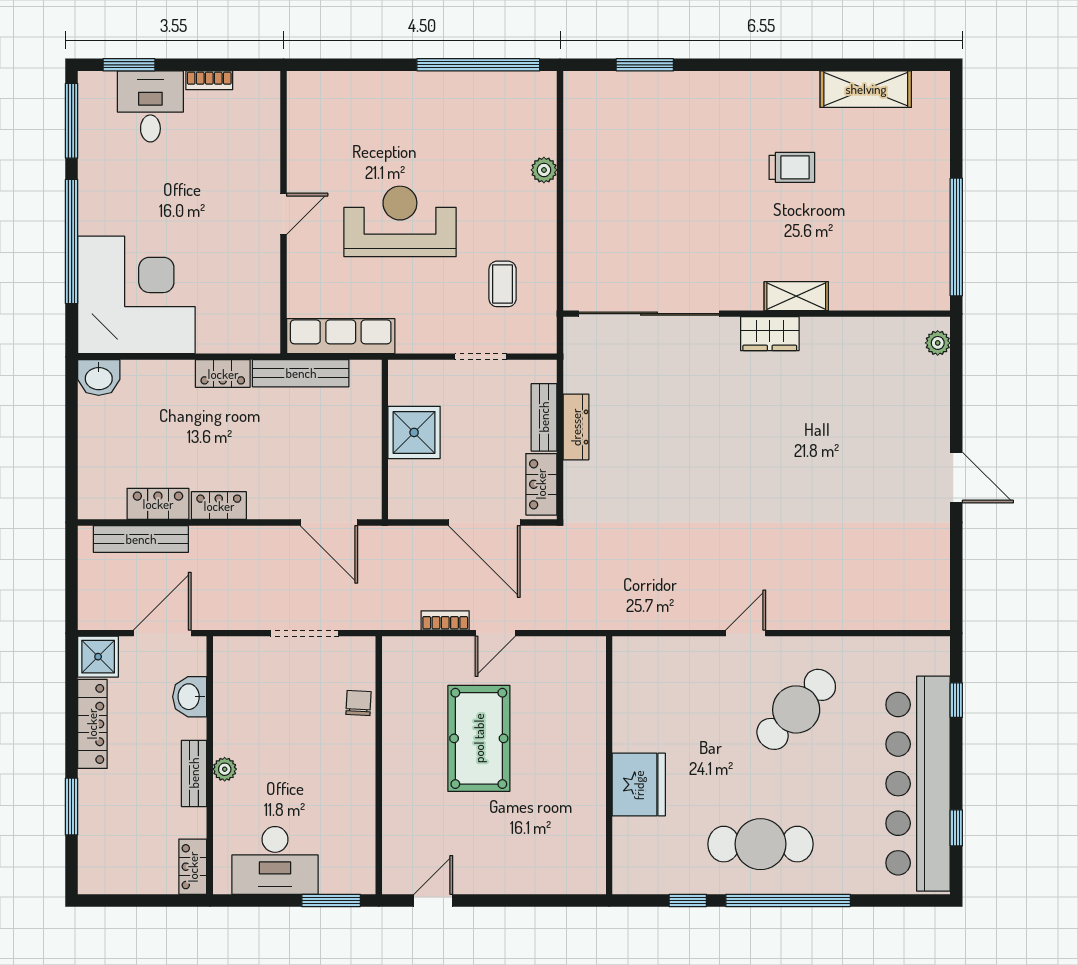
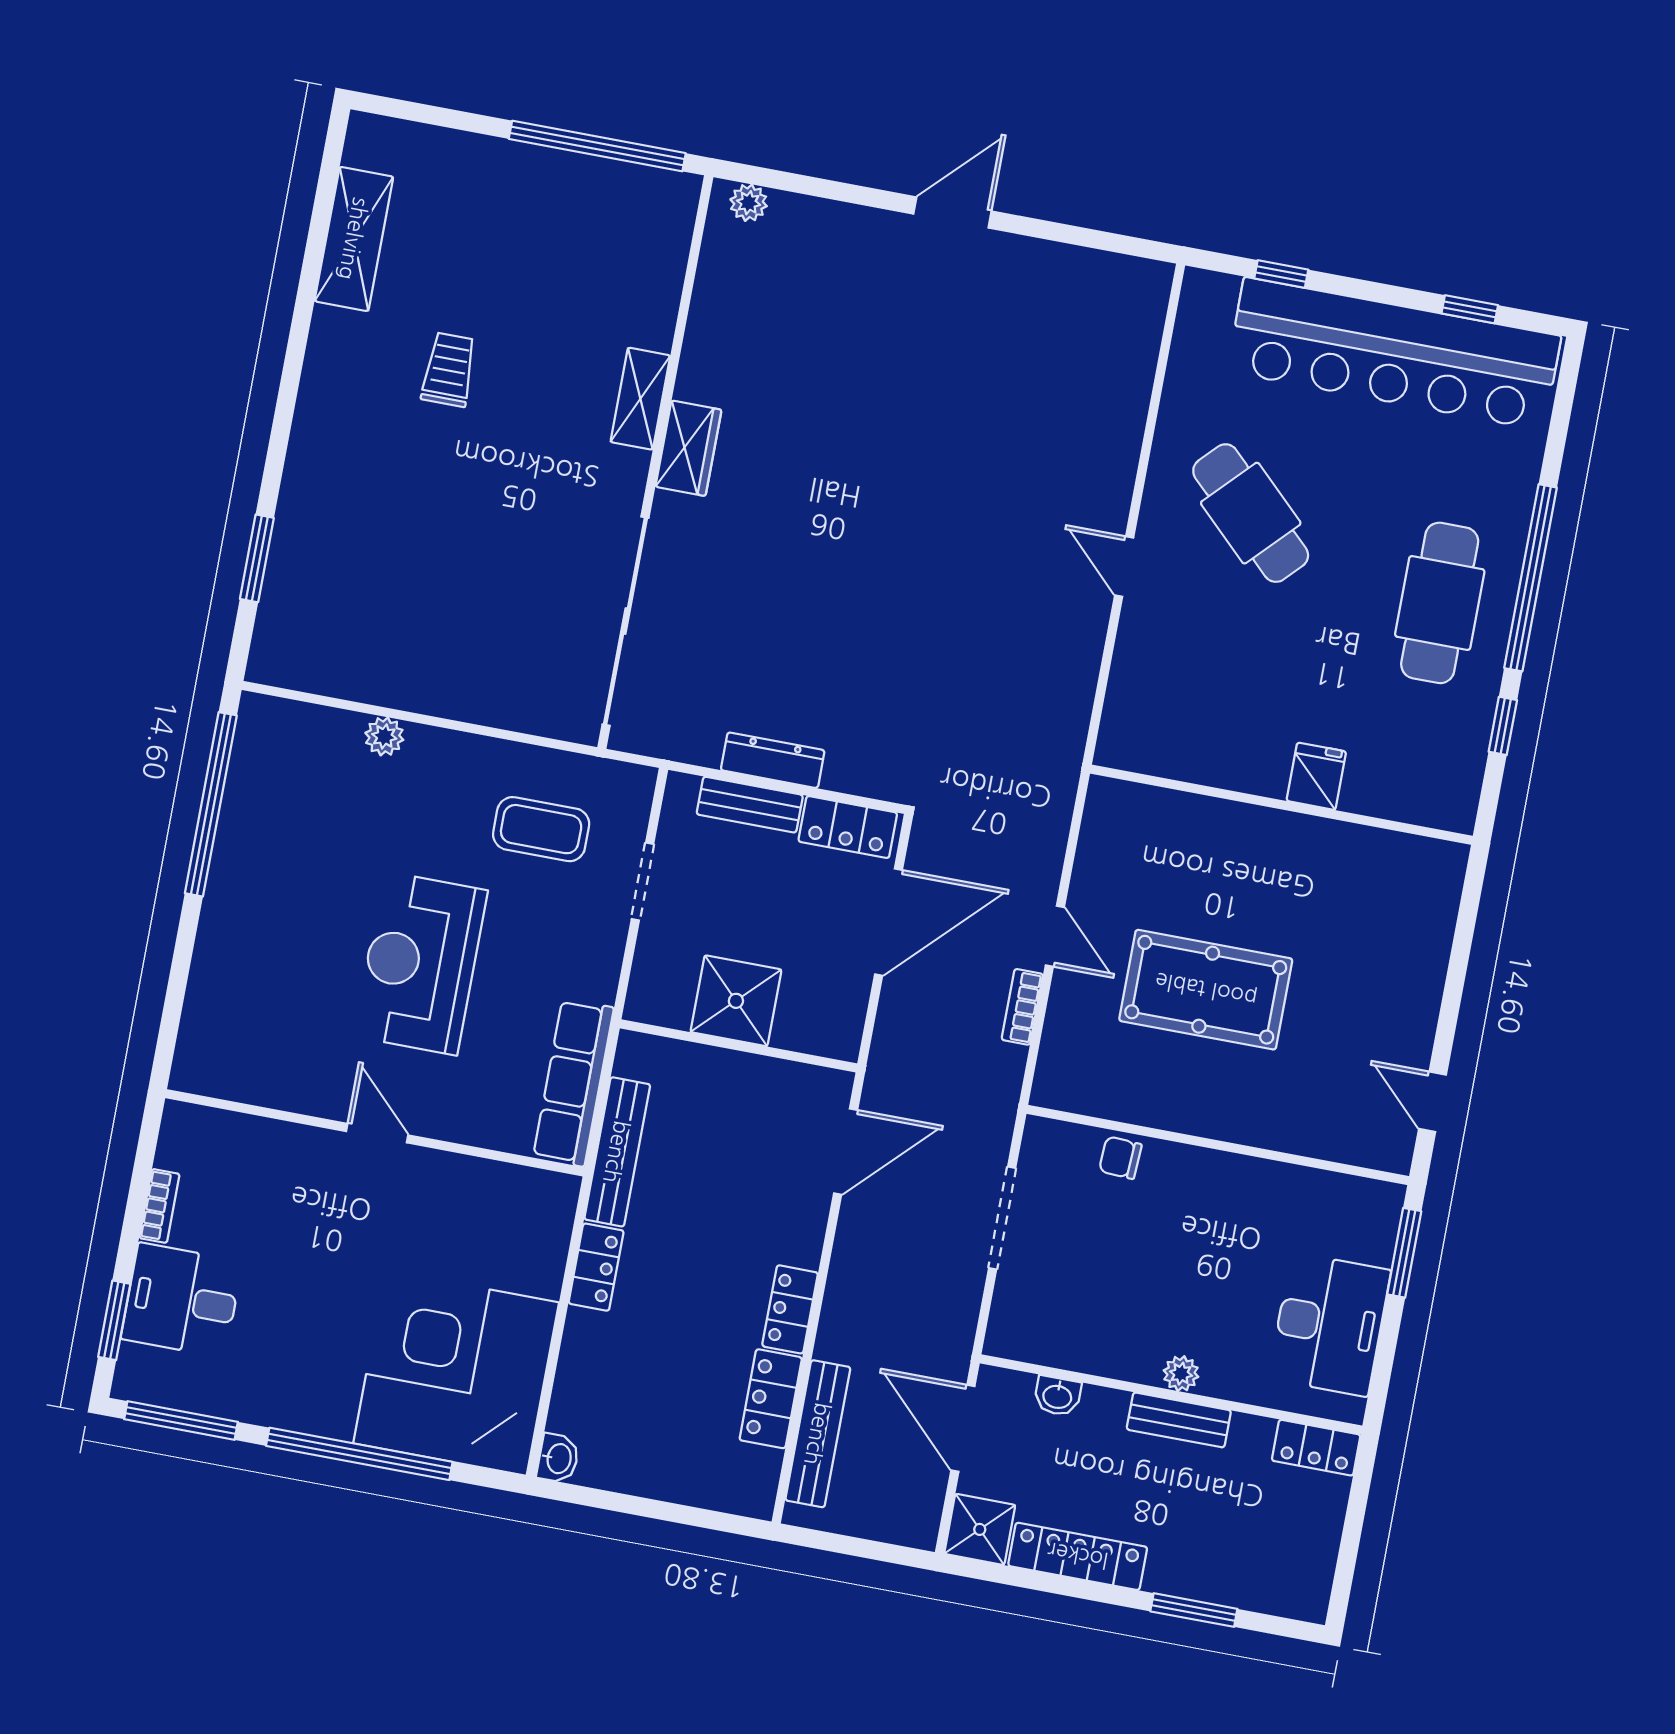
coffee table: (503, 284) -> (541, 829), width x1.36, depth x1.30
washbasin: (99, 378) -> (558, 1458), width x0.72, depth x0.69
washbasin: (190, 697) -> (1057, 1396), width x0.72, depth x0.69
fridge: (639, 785) -> (1316, 776), width x0.53, depth x0.75

